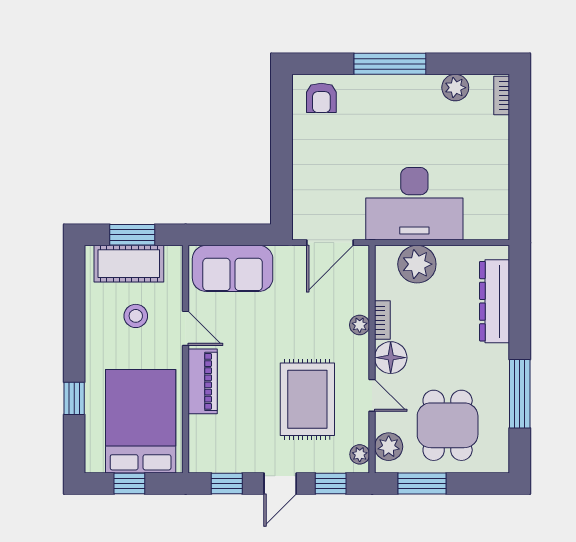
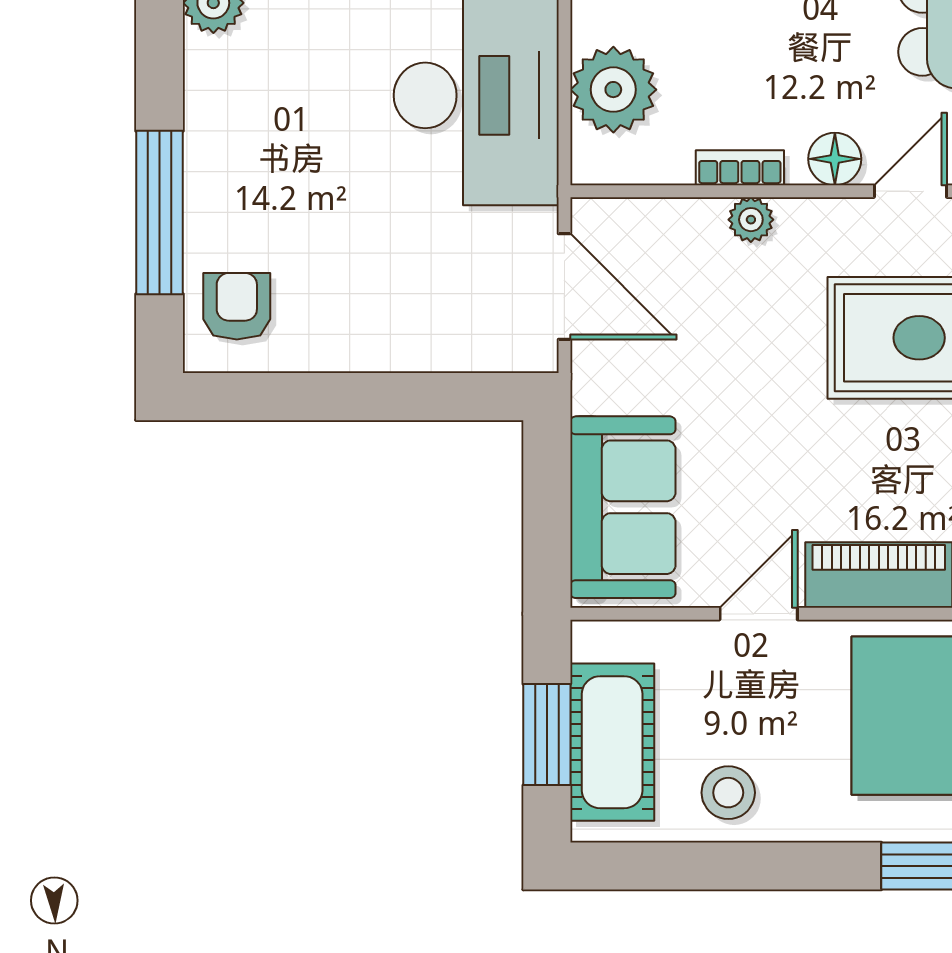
window: (390, 64) -> (160, 213), moved
armchair: (321, 98) -> (237, 306), turned -90
stool: (136, 316) -> (728, 793), moved
floor lamp: (391, 358) -> (835, 159), width x0.73, depth x0.73

